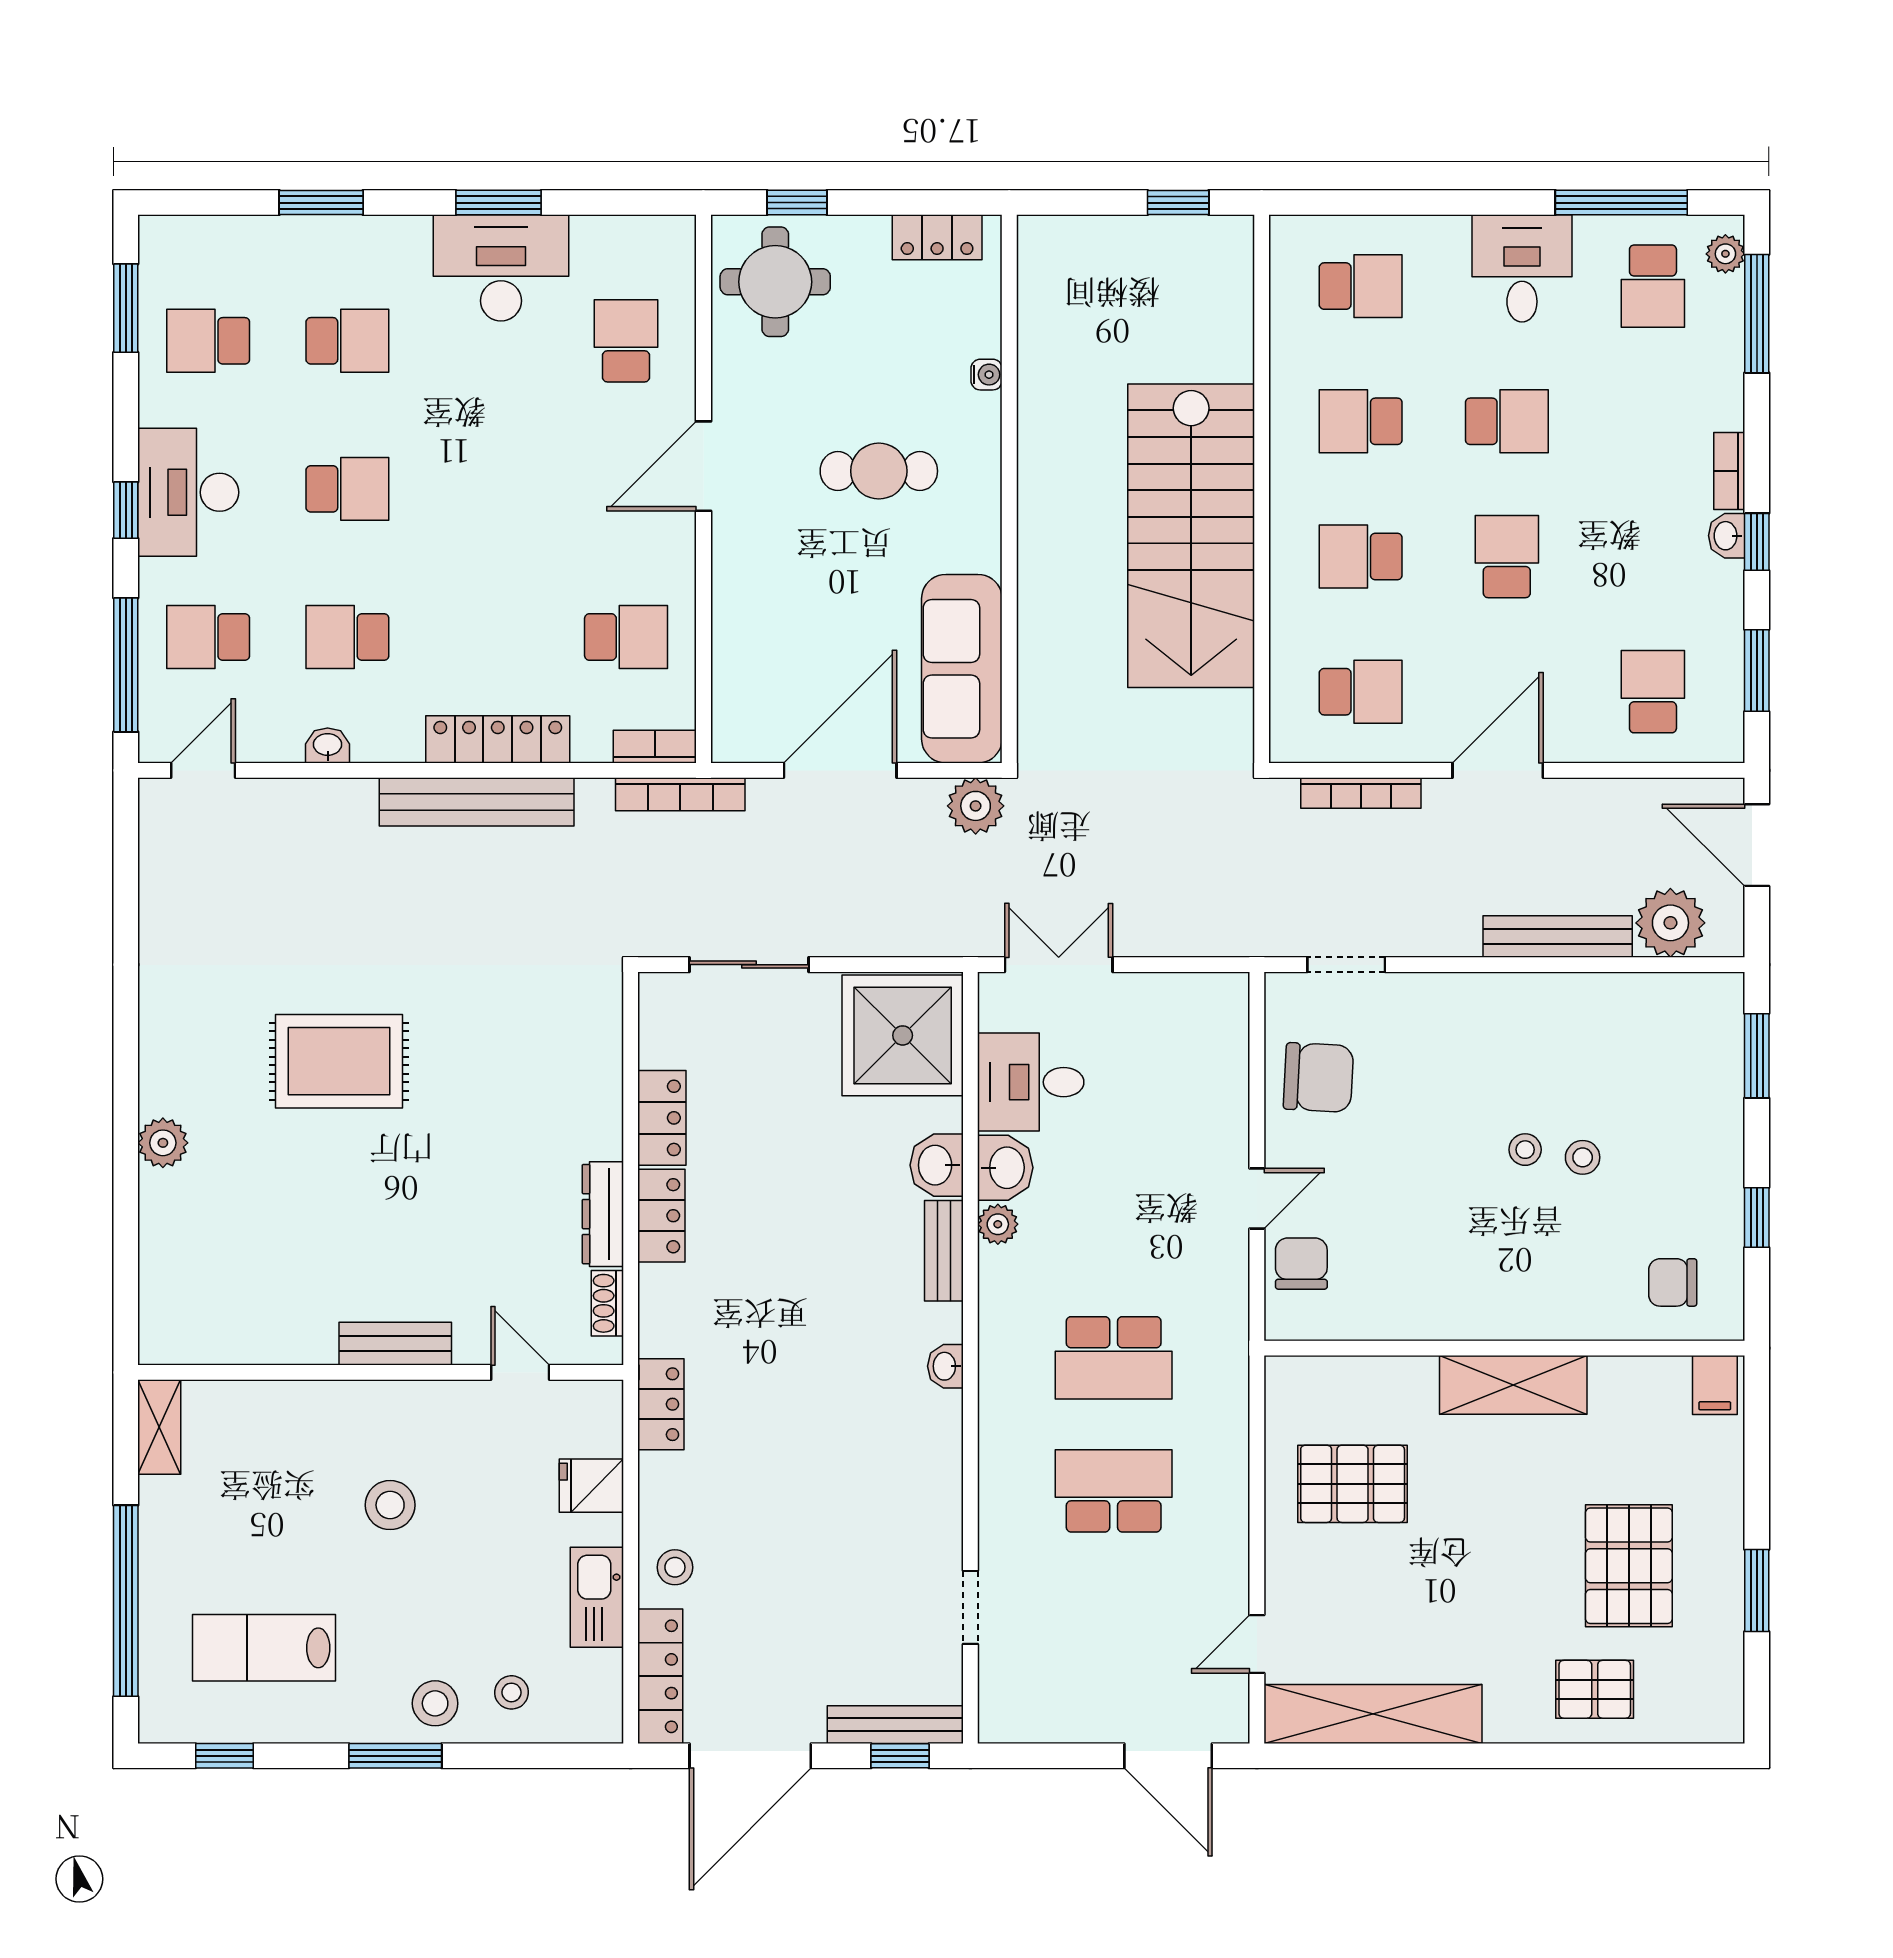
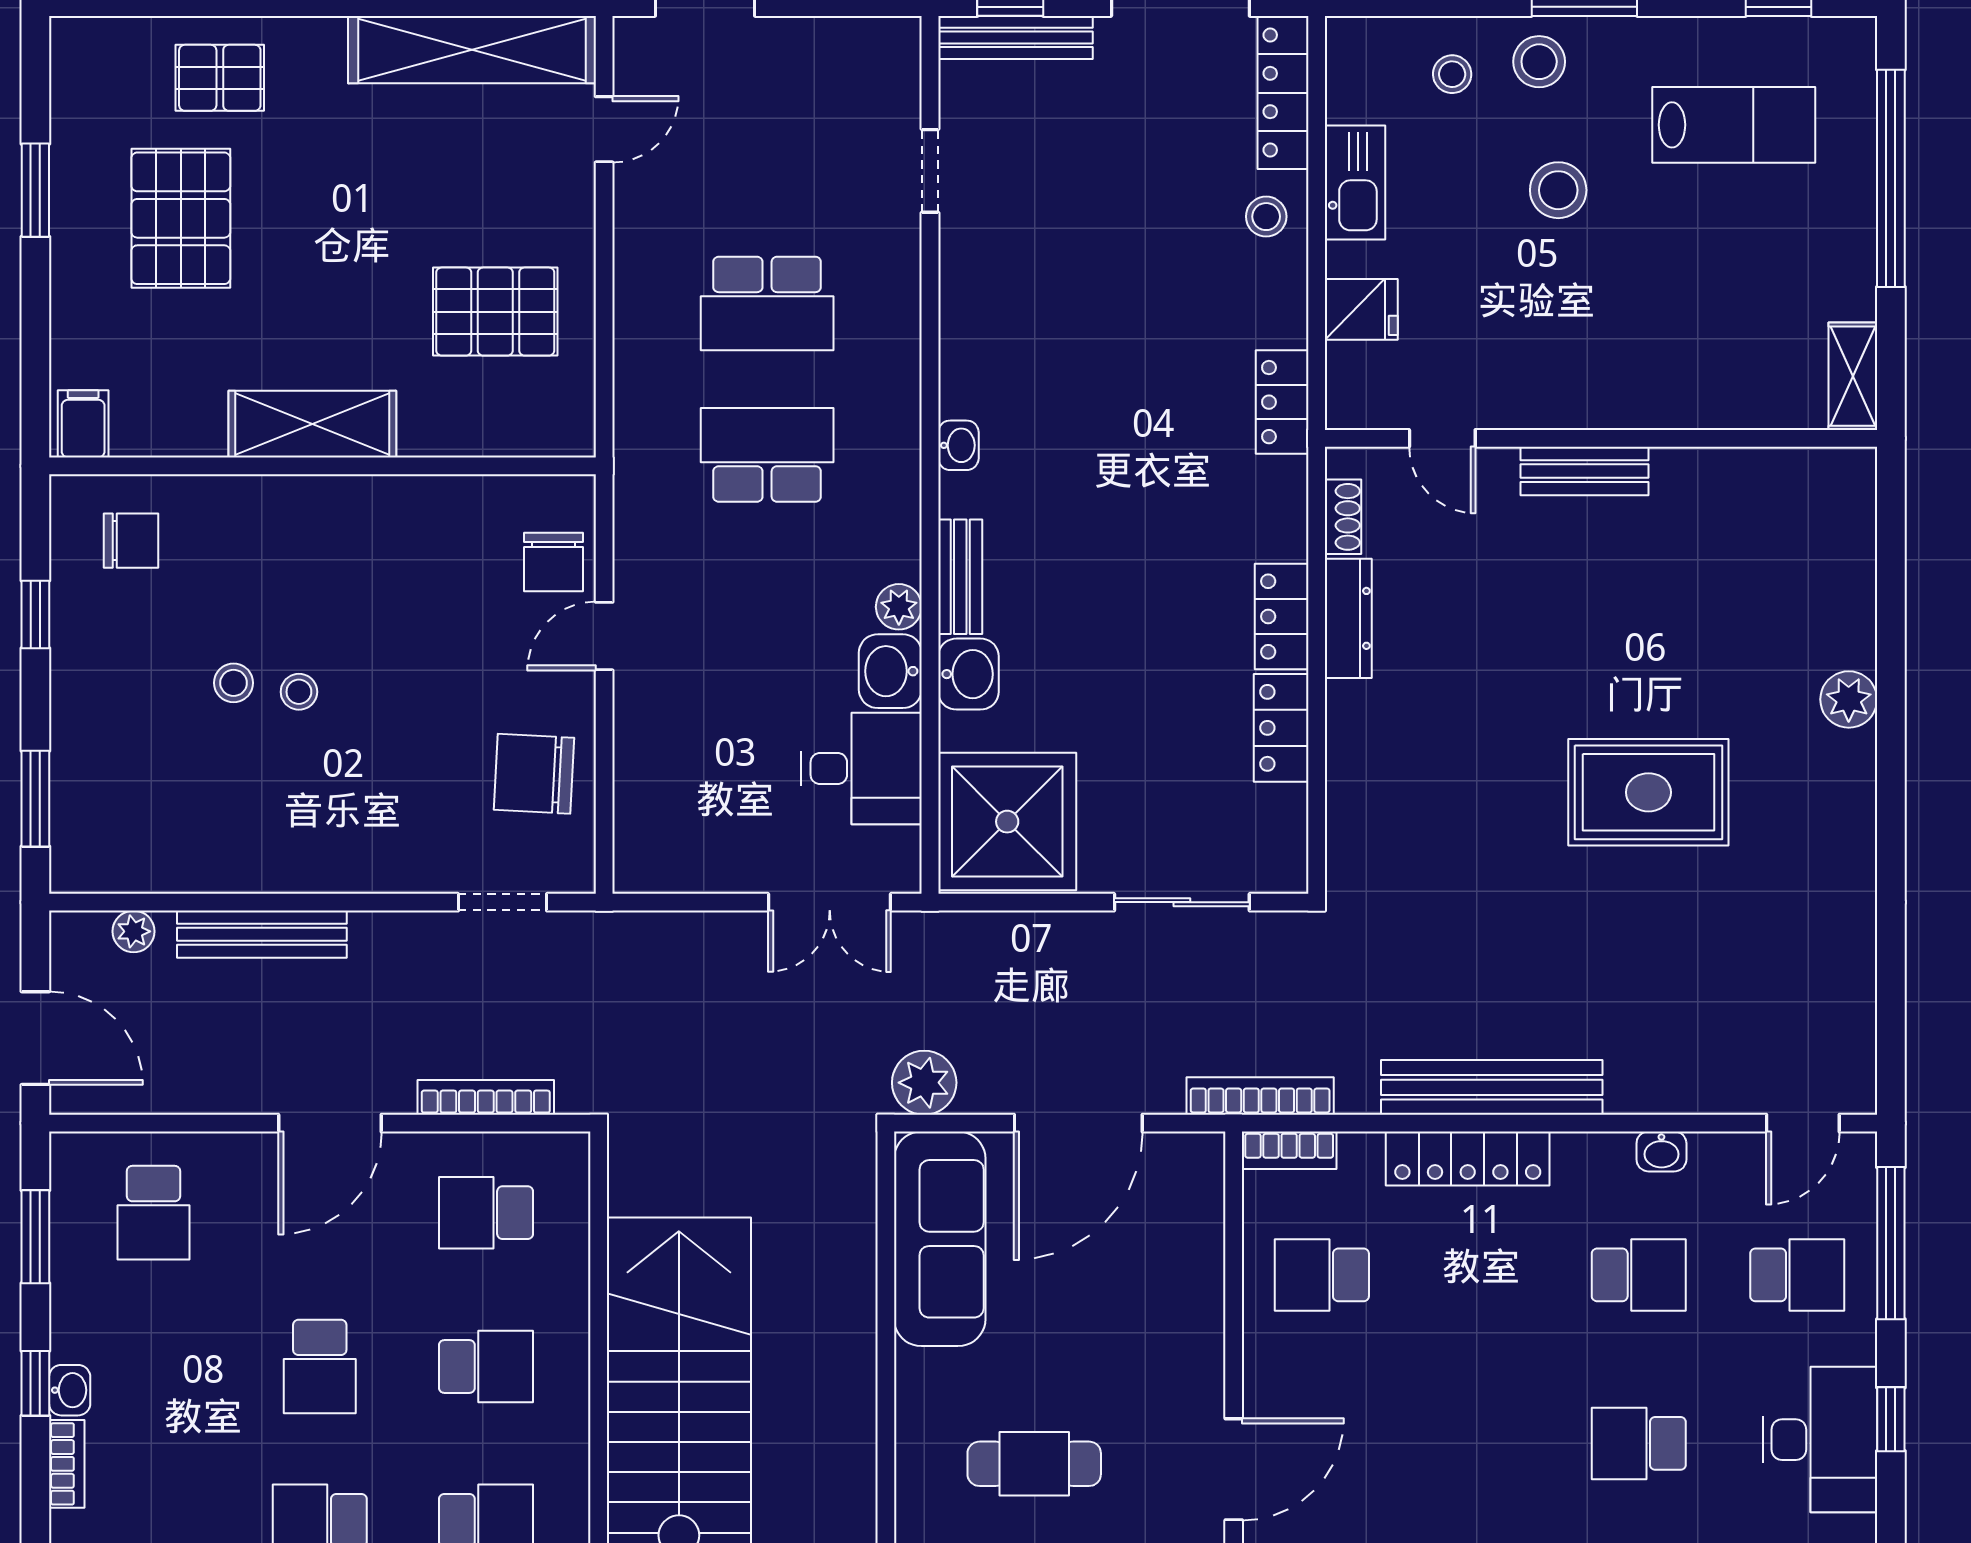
plant: (1670, 923) -> (134, 931), width x0.53, depth x0.53
stool: (390, 1505) -> (1558, 190), moved

